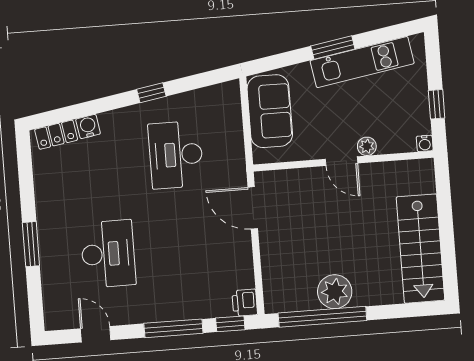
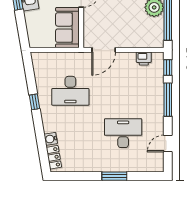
sofa: (270, 111) -> (67, 28), moved, turned -90
printer: (245, 303) -> (144, 58), moved

